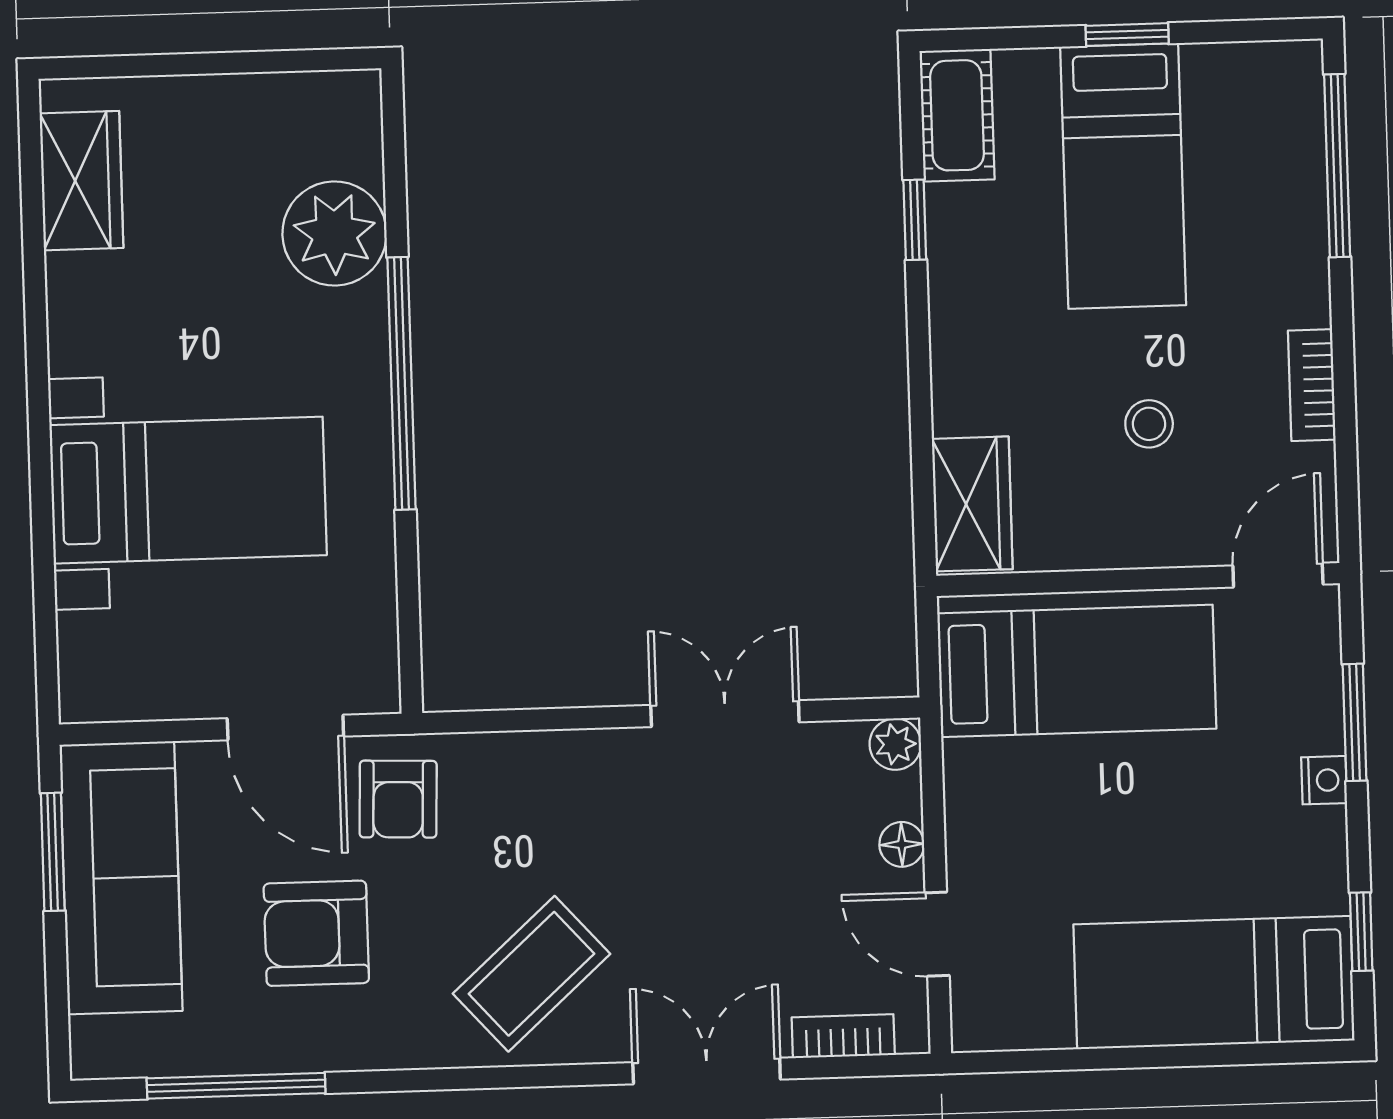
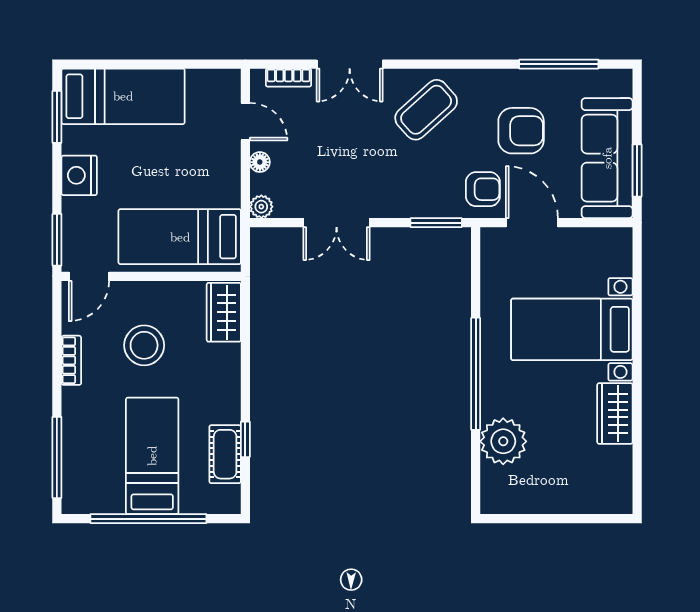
window: (1127, 35) -> (148, 519), width x3.17
cot: (957, 115) -> (225, 454), moved
wardrobe: (81, 181) -> (615, 413), moved
stool: (1149, 424) -> (144, 345), width x1.89, depth x1.89
window: (501, 721) -> (436, 223), added
window: (1355, 722) -> (57, 240), moved
nightstand: (1324, 780) -> (79, 175), width x1.89, depth x1.79
armchair: (398, 799) -> (483, 189), turned 88
window: (1361, 932) -> (57, 117), width x1.50

